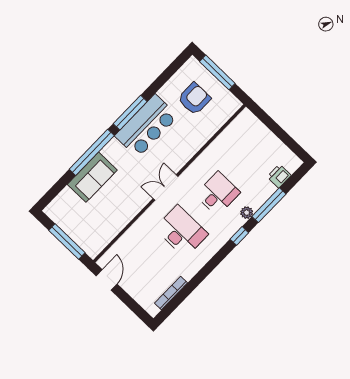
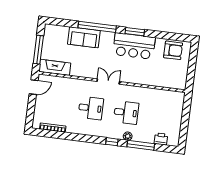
window: (217, 72) -> (192, 63), removed
armchair: (194, 99) -> (173, 50), moved
window: (130, 113) -> (135, 32), width x0.69
desk: (181, 231) -> (91, 108), width x0.73
fireplace: (102, 238) -> (55, 67), added

